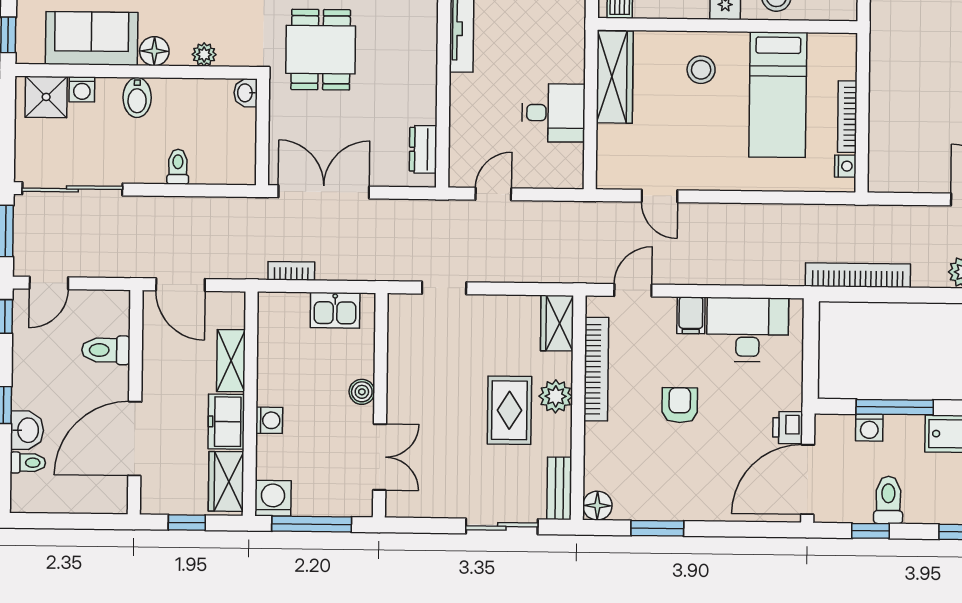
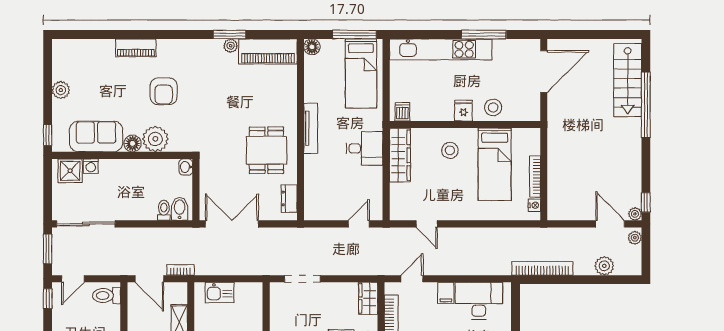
dining table: (321, 50) -> (266, 150), moved
plant: (204, 54) -> (155, 139), width x1.88, depth x1.88
bidet: (137, 98) -> (180, 209), moved, turned 180
desk: (553, 113) -> (365, 148), moved
toilet: (178, 167) -> (164, 210), moved
door: (493, 194) -> (359, 224), moved
bookcase: (291, 271) -> (181, 270), moved
doorway: (444, 288) -> (302, 279), width x1.38
kitchen sink: (335, 310) -> (220, 292), moved
toilet: (106, 350) -> (107, 296), moved

